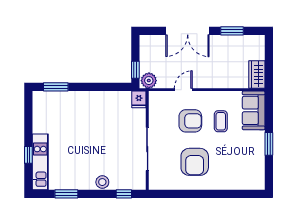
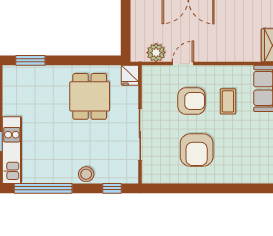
window: (135, 70) -> (126, 40), removed
plant: (149, 81) -> (156, 53), moved
dining table: (105, 117) -> (90, 96), added
window: (66, 194) -> (43, 188), width x2.11

